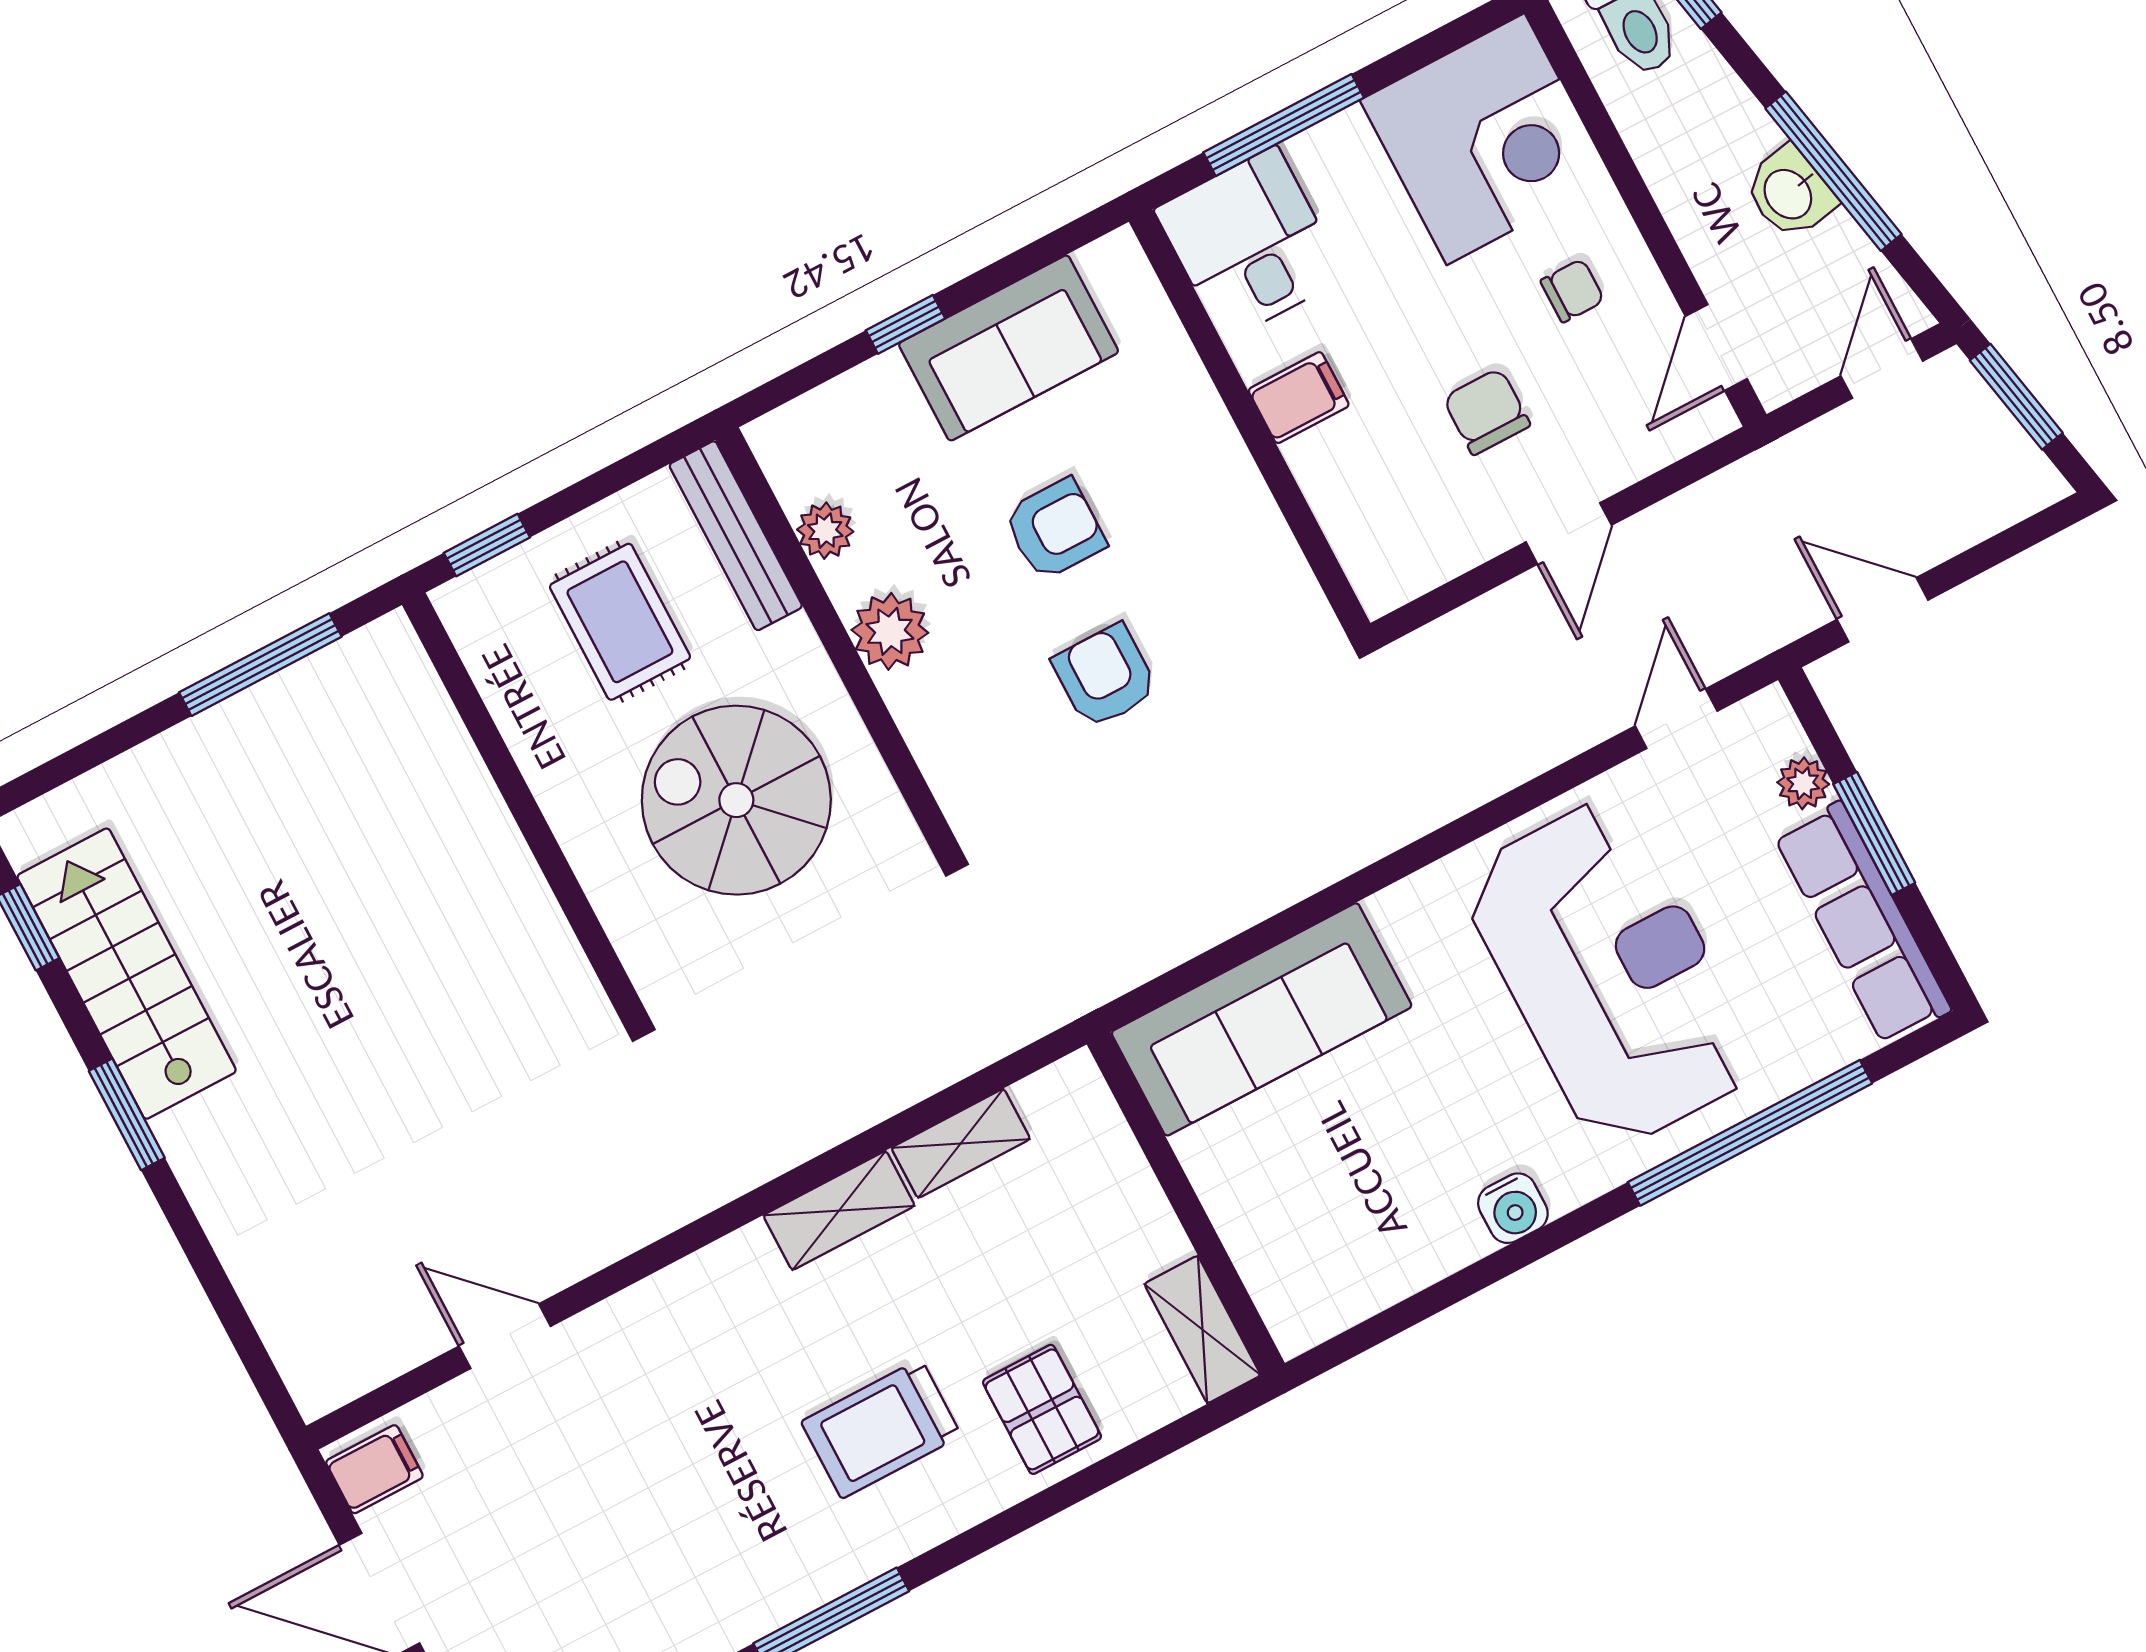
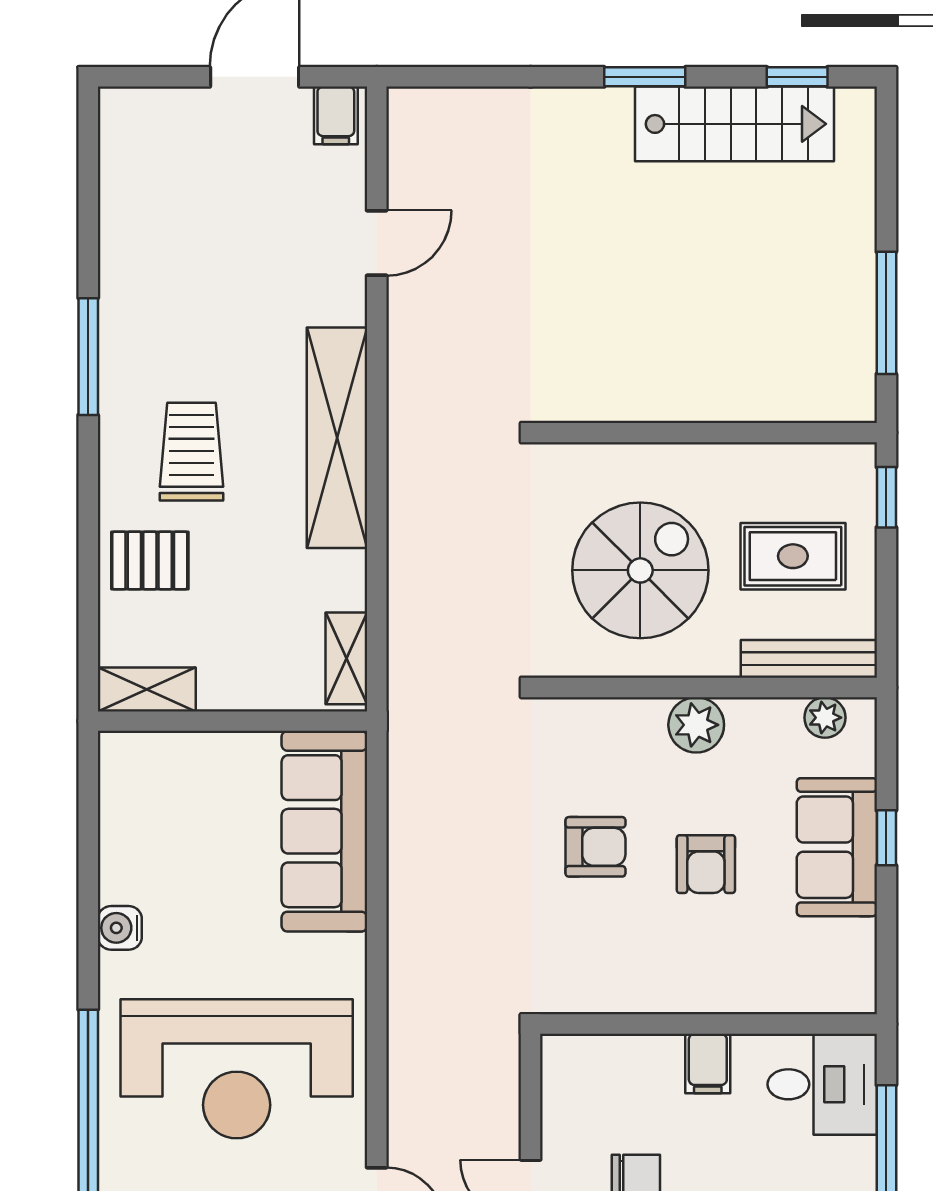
sofa: (1009, 348) -> (837, 847), moved
plant: (825, 531) -> (825, 718), moved
shelving: (961, 1143) -> (346, 658), moved
shelving: (839, 1211) -> (337, 438), width x2.20, depth x1.33

